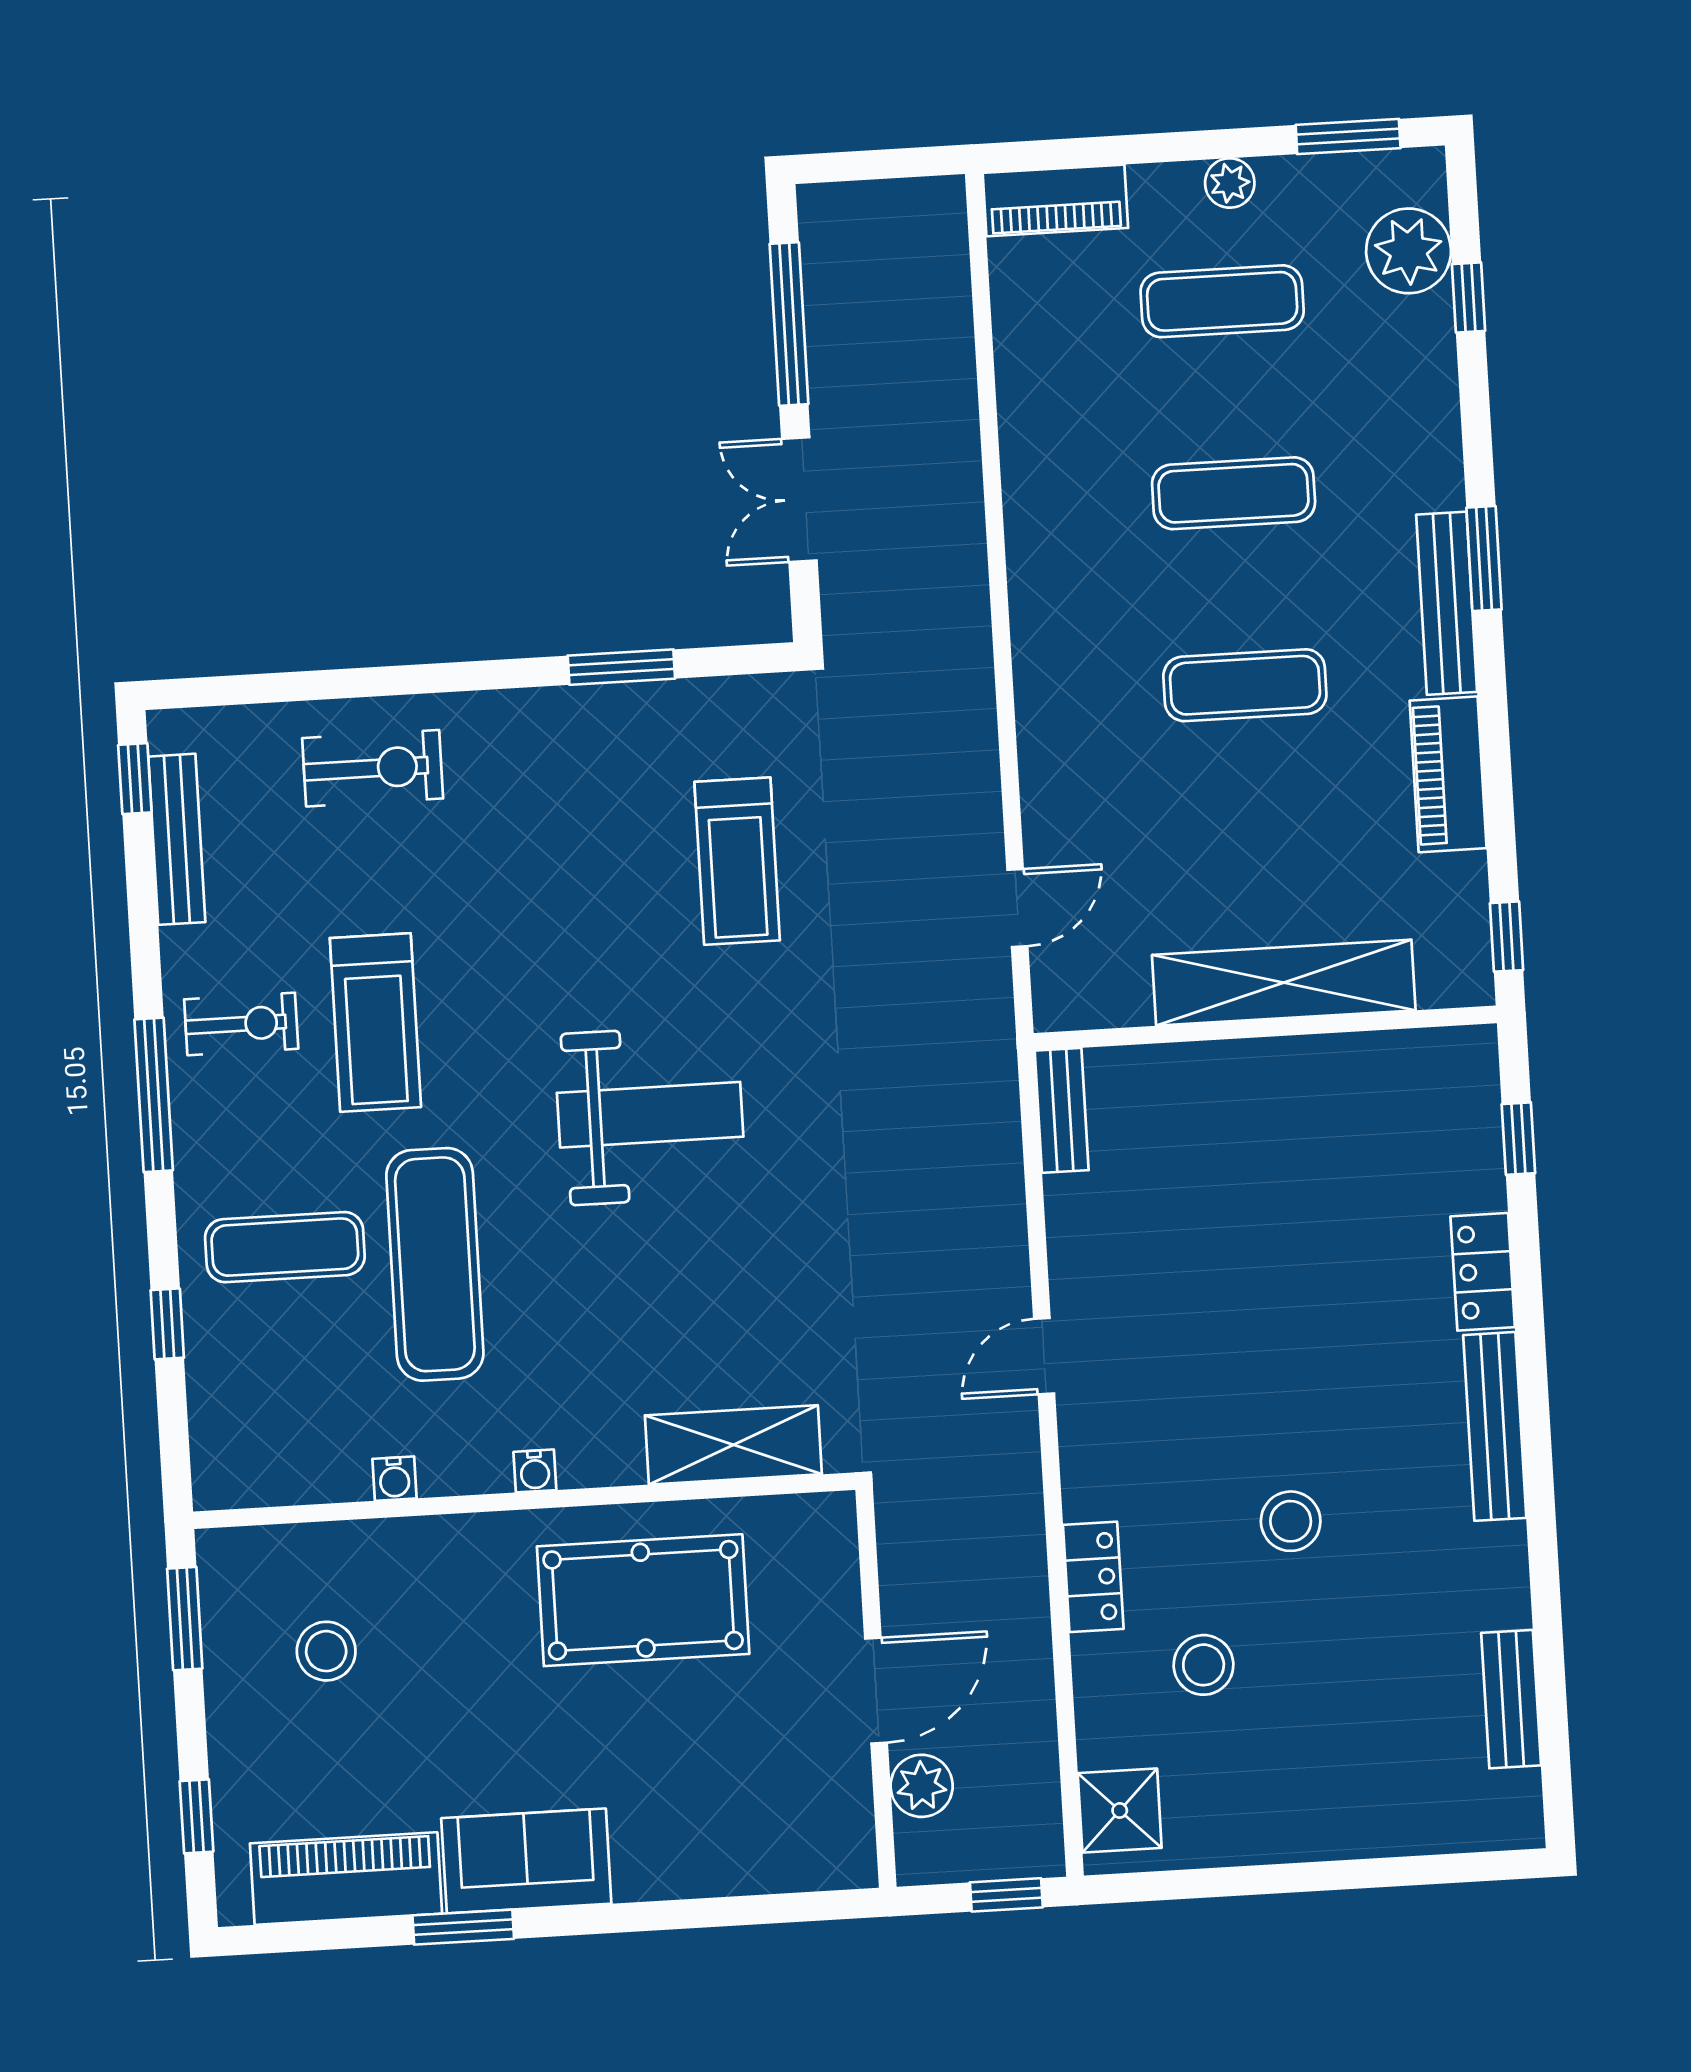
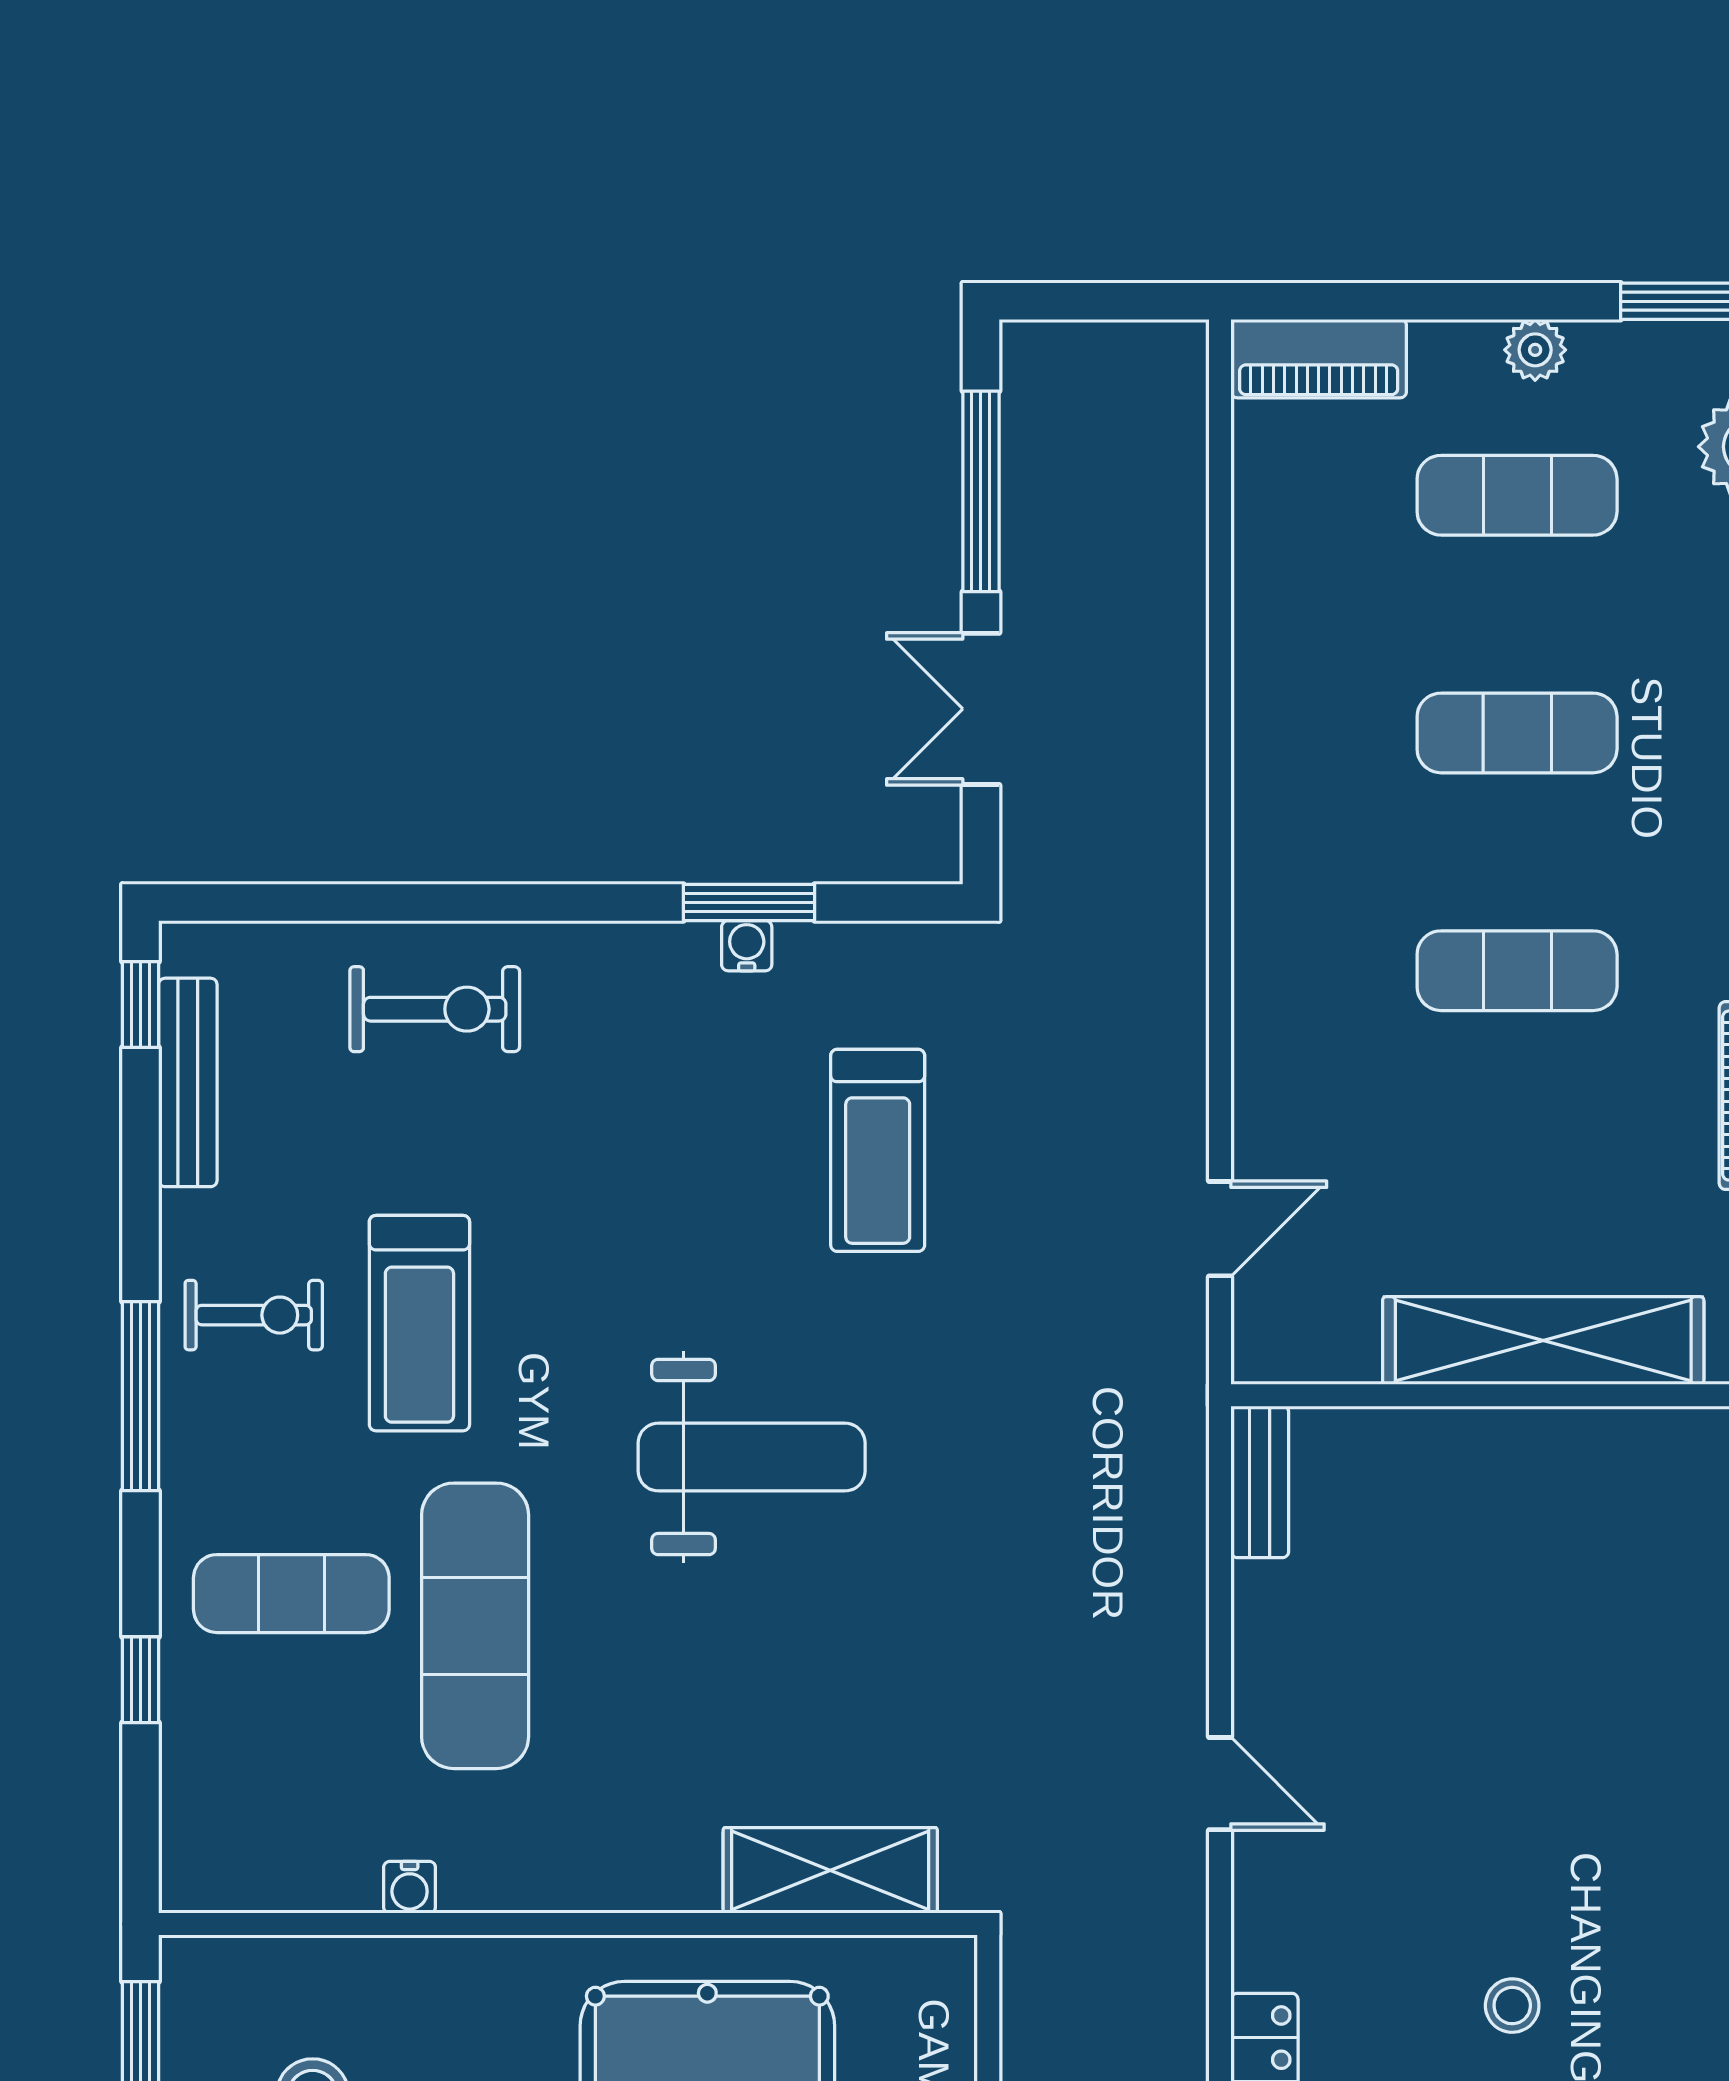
door: (1044, 1356) -> (1220, 1784), swing flipped
water cooler: (535, 1471) -> (747, 946), moved, turned 180
stool: (1291, 1521) -> (1512, 2006), width x0.73, depth x0.73

